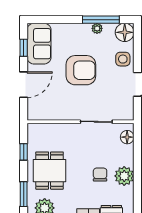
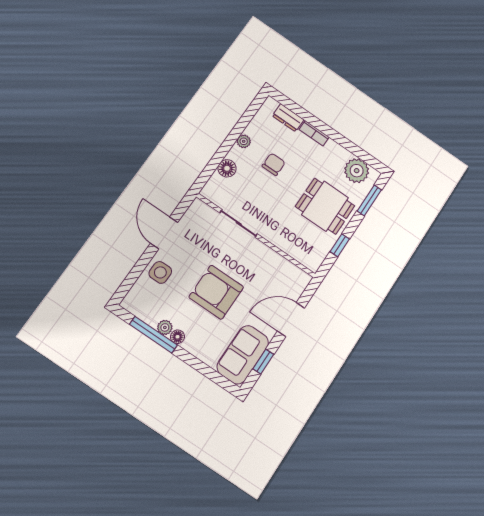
floor lamp: (125, 32) -> (178, 337), moved, width x0.53, depth x0.53
floor lamp: (127, 137) -> (227, 168), moved
dining table: (50, 171) -> (325, 206), turned 90
chair: (100, 175) -> (274, 164), turned 180
plant: (124, 176) -> (244, 141), width x0.53, depth x0.53

